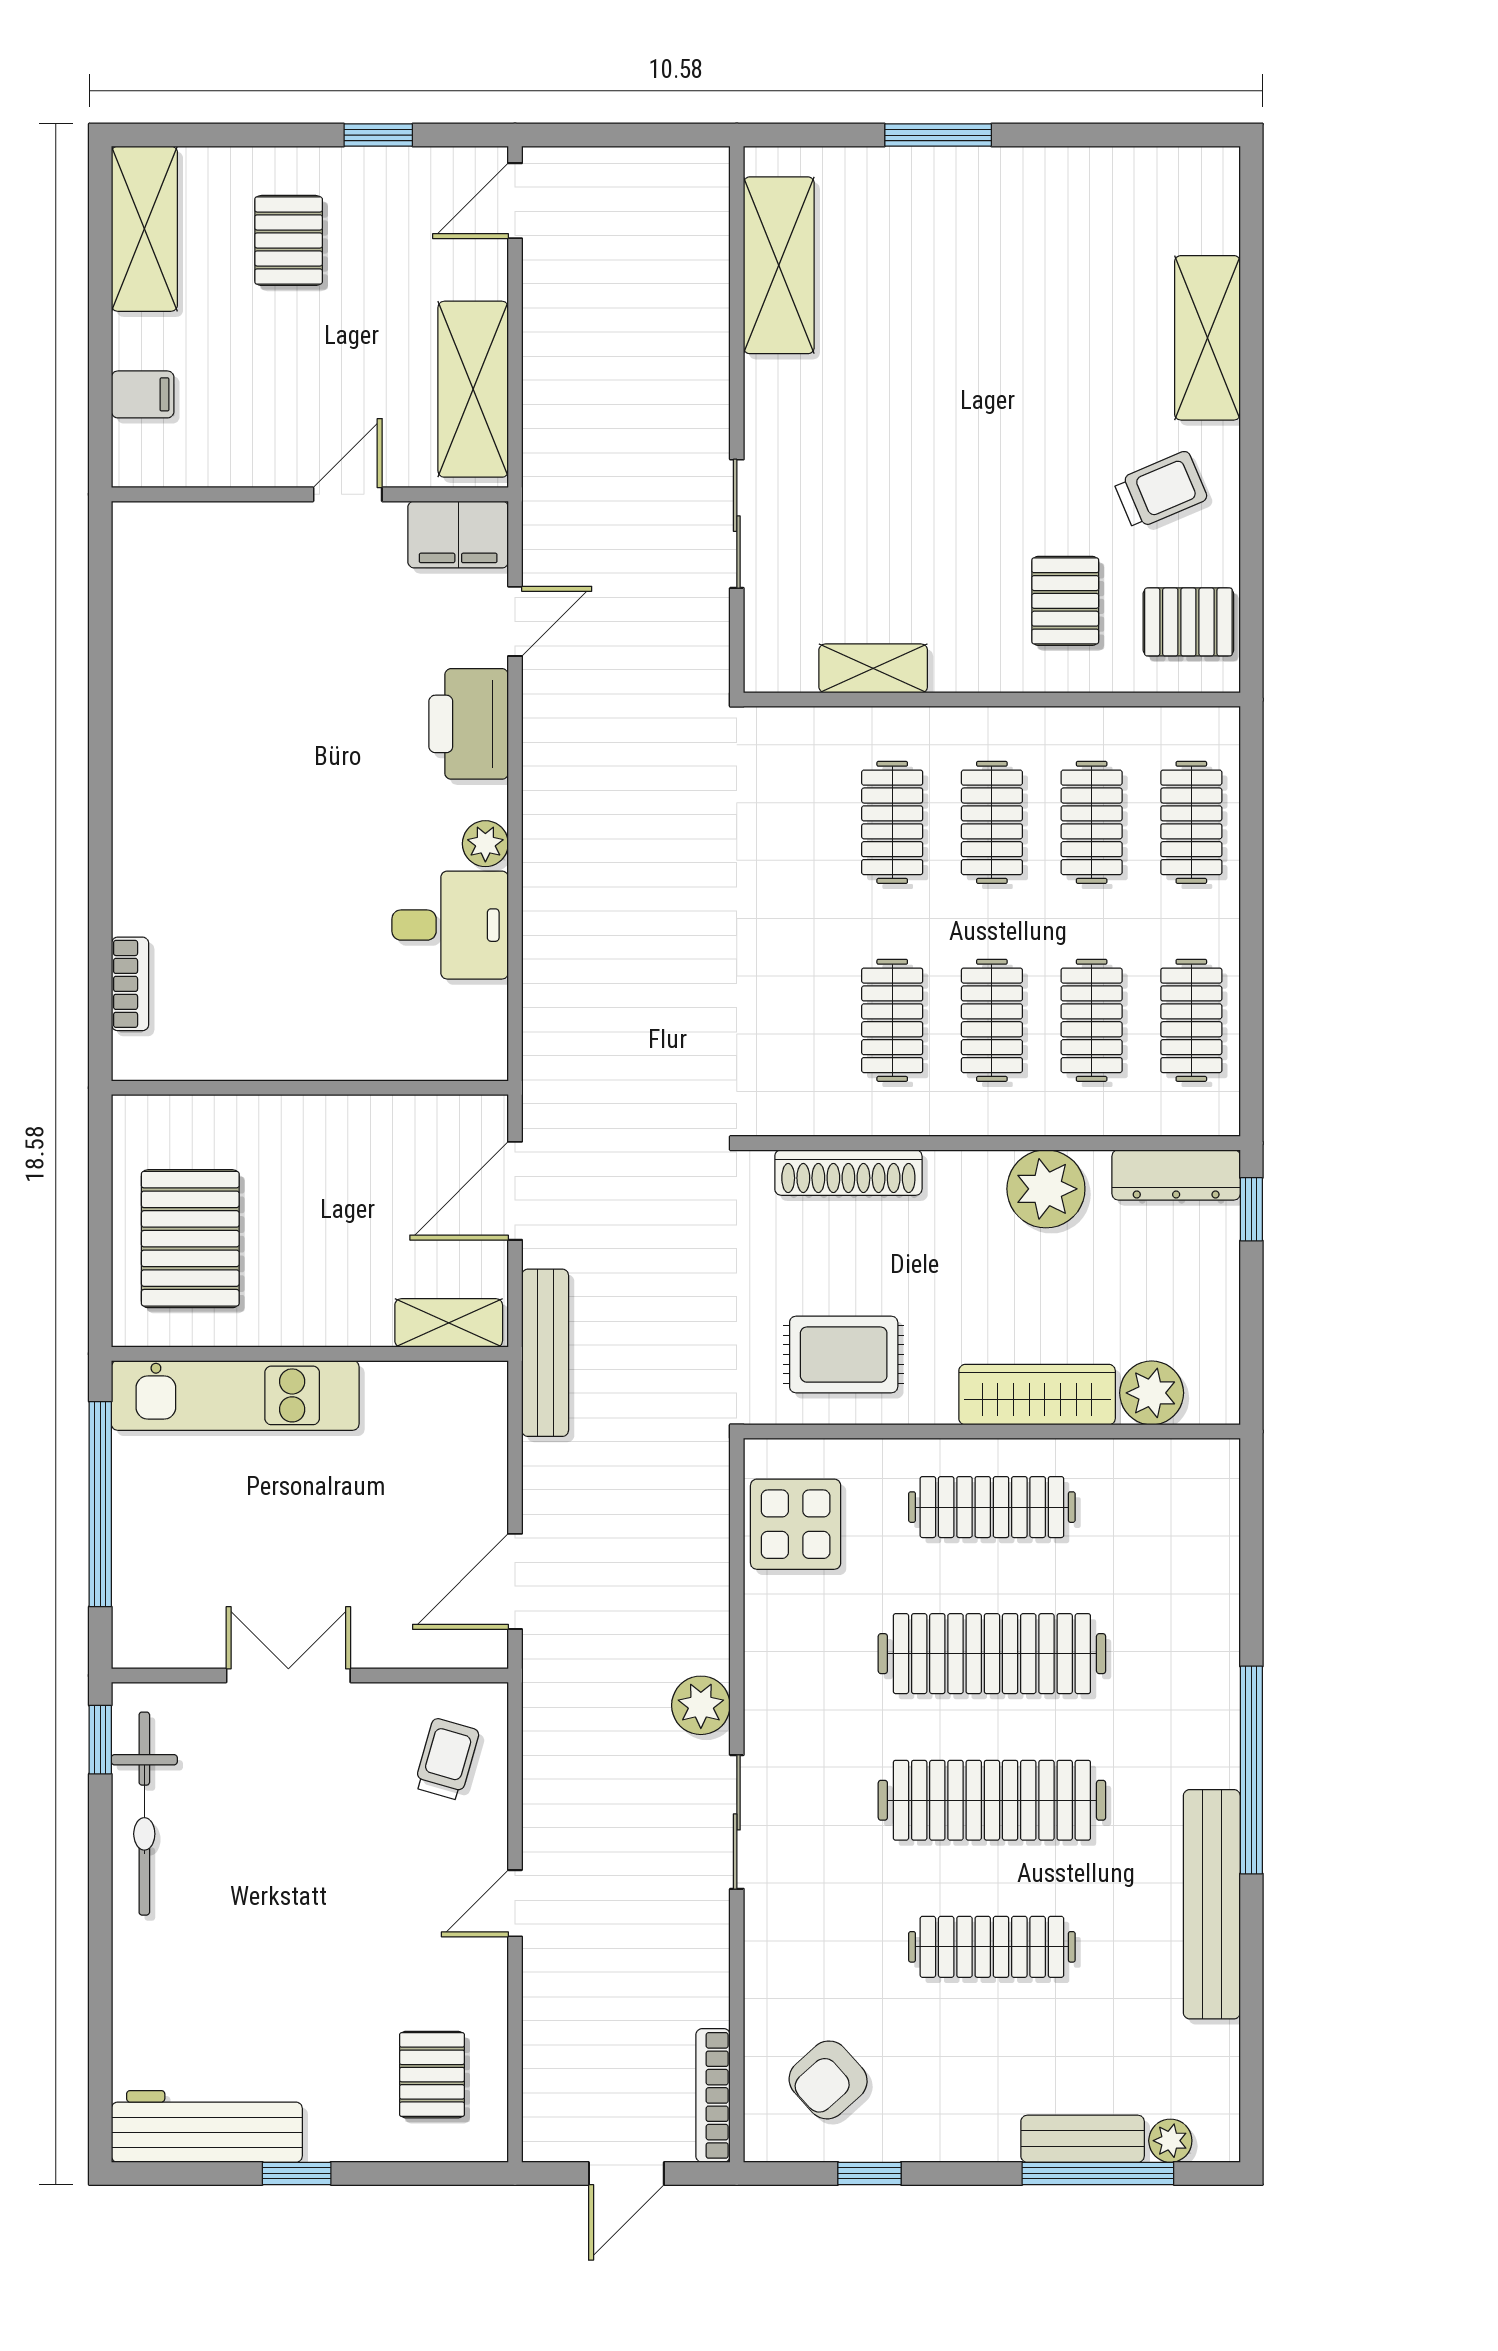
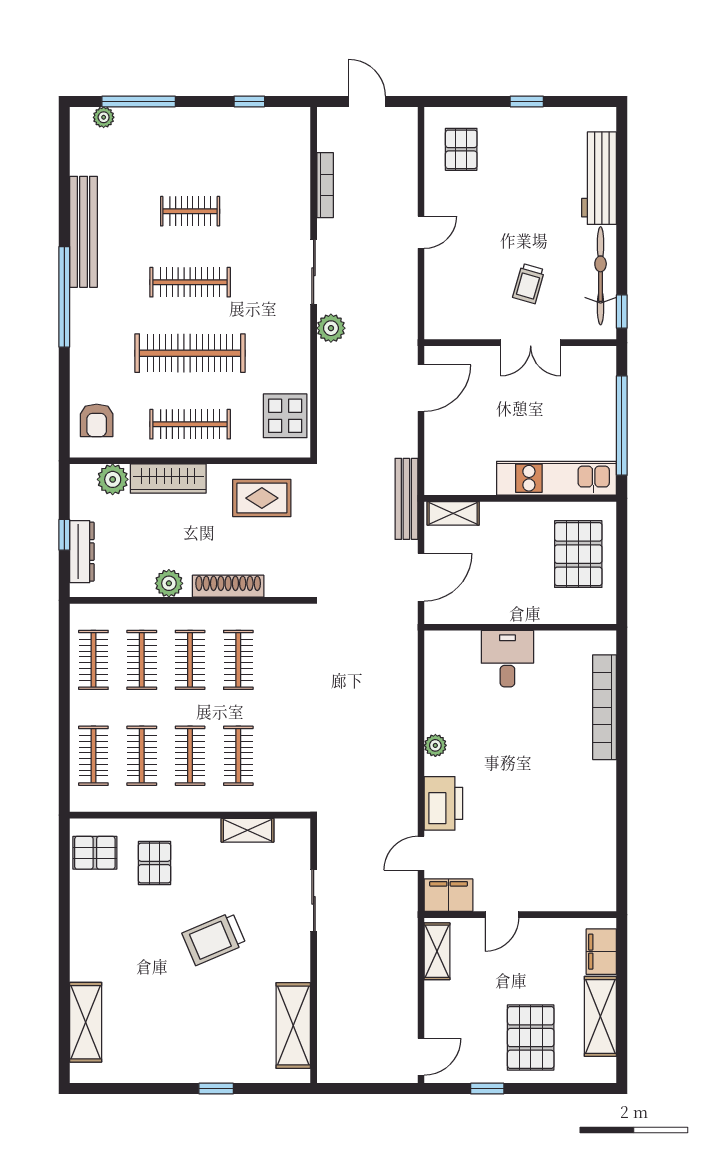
window: (938, 135) -> (216, 1089), width x0.67
shelving: (144, 229) -> (600, 1016), moved
pallet: (289, 240) -> (531, 1038), width x1.50, depth x1.42
shelving: (1207, 338) -> (86, 1022), moved
shelving: (473, 389) -> (437, 951), width x0.67, depth x0.75
filing cabinet: (143, 394) -> (601, 952), width x2.00
trolley: (1161, 490) -> (214, 939), moved, width x1.36, depth x1.39
desk: (450, 925) -> (507, 659), moved, turned 90
bookcase: (130, 984) -> (605, 707), width x2.31, depth x1.31
shoe rack: (848, 1173) -> (228, 586), moved
dresser: (1176, 1175) -> (82, 552), moved, turned 90
plant: (1046, 1189) -> (169, 583), width x0.73, depth x0.73
window: (1251, 1209) -> (64, 535), moved
trolley: (447, 1759) -> (529, 284), moved
clothes rail: (992, 1800) -> (190, 282), width x0.73, depth x0.76
clothes rail: (992, 1947) -> (190, 211), width x0.73
armchair: (828, 2080) -> (97, 420), moved, turned 132
bookcase: (713, 2095) -> (325, 185), moved
workbench: (207, 2126) -> (599, 178), moved, turned 90
bench: (1083, 2139) -> (146, 118), removed
door: (626, 2173) -> (367, 101), hinge flipped

